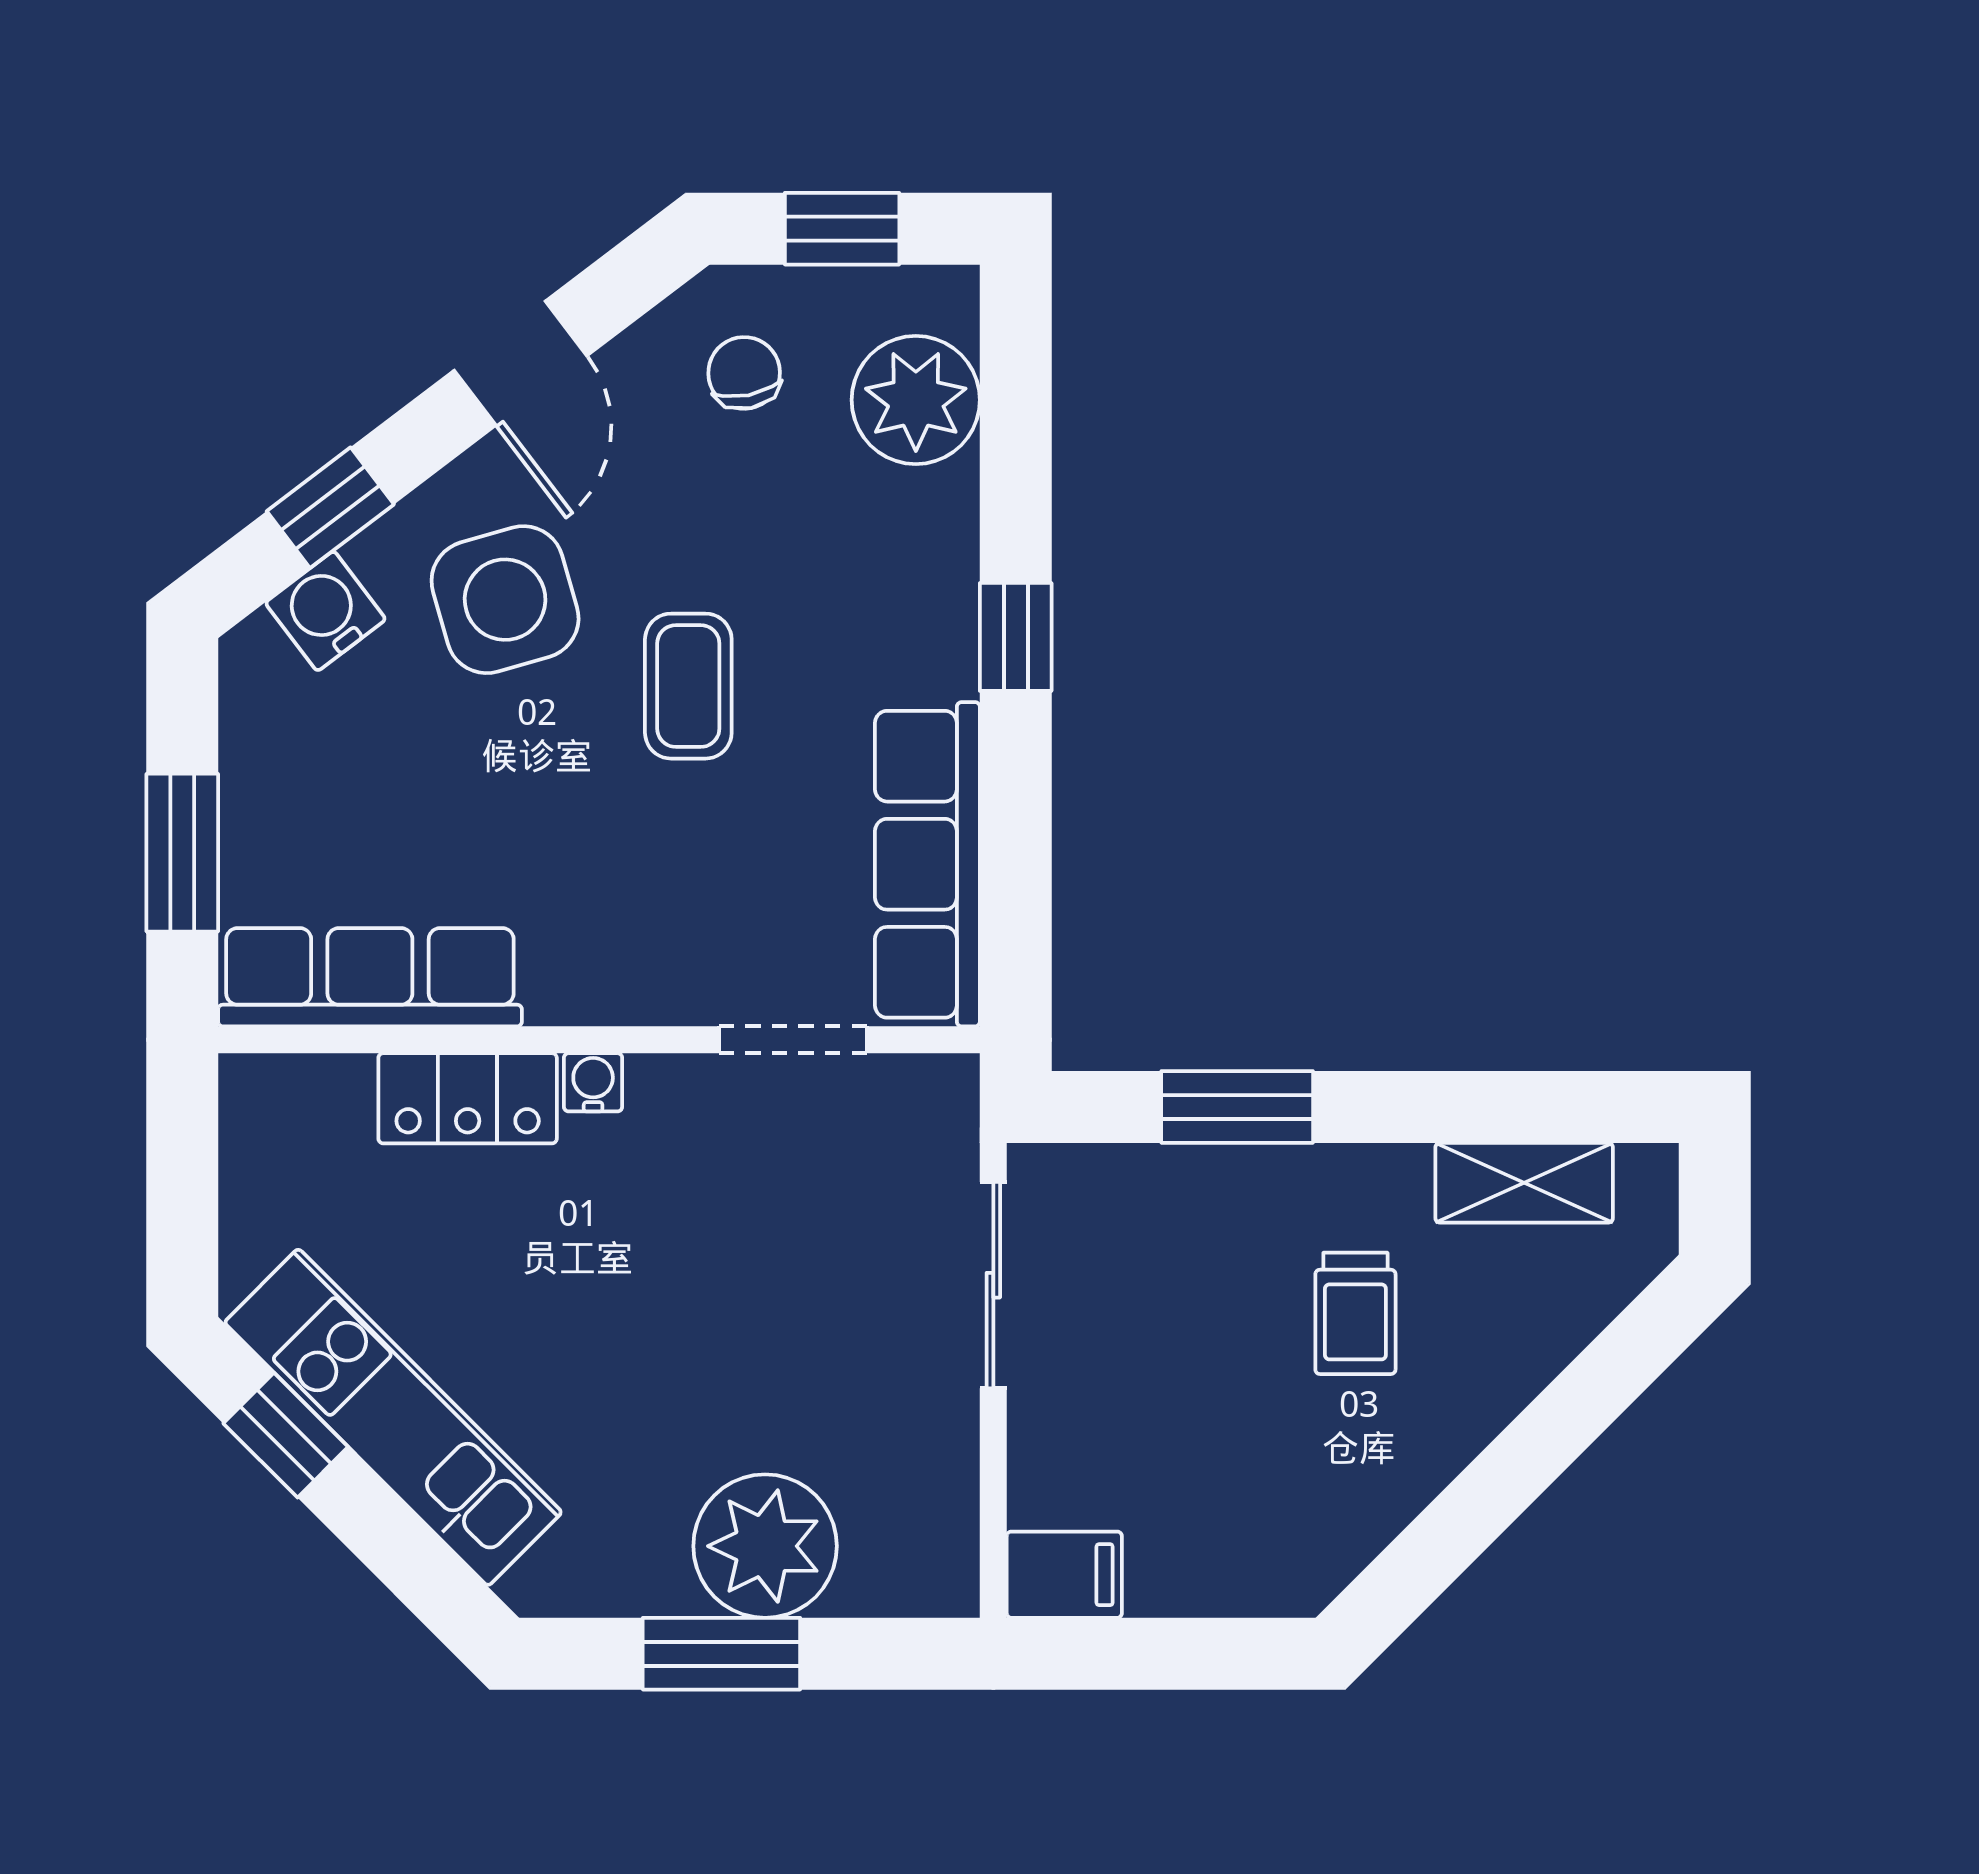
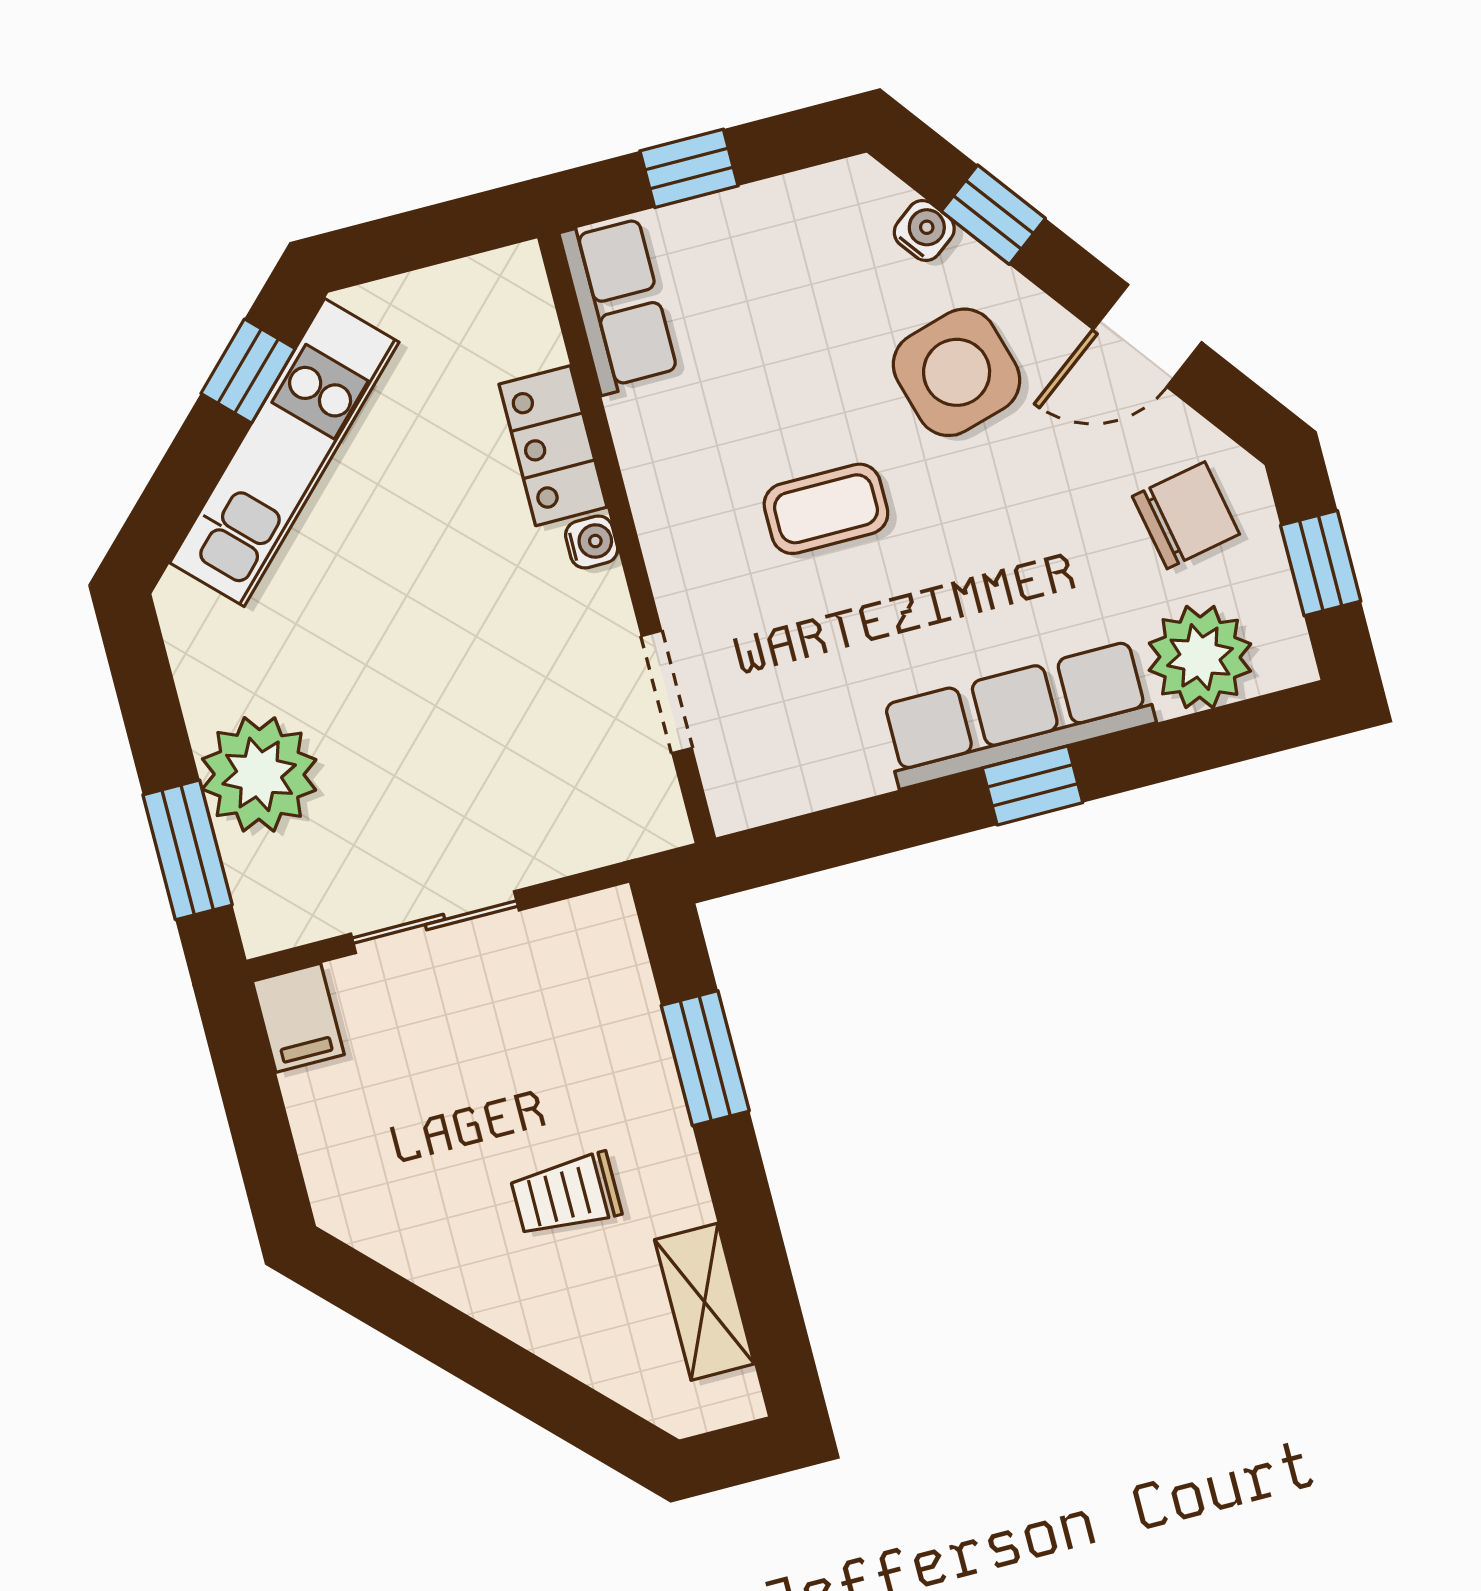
chair: (744, 373) -> (1186, 515), width x1.37, depth x1.37
water cooler: (325, 611) -> (924, 231), width x0.72, depth x0.72
coffee table: (688, 686) -> (826, 509), moved
window: (182, 853) -> (689, 168), width x0.67
row of seats: (927, 864) -> (1017, 715), moved
row of seats: (370, 977) -> (619, 304), width x0.68
sliding door: (993, 1285) -> (435, 922), moved
window: (721, 1654) -> (188, 850), moved

